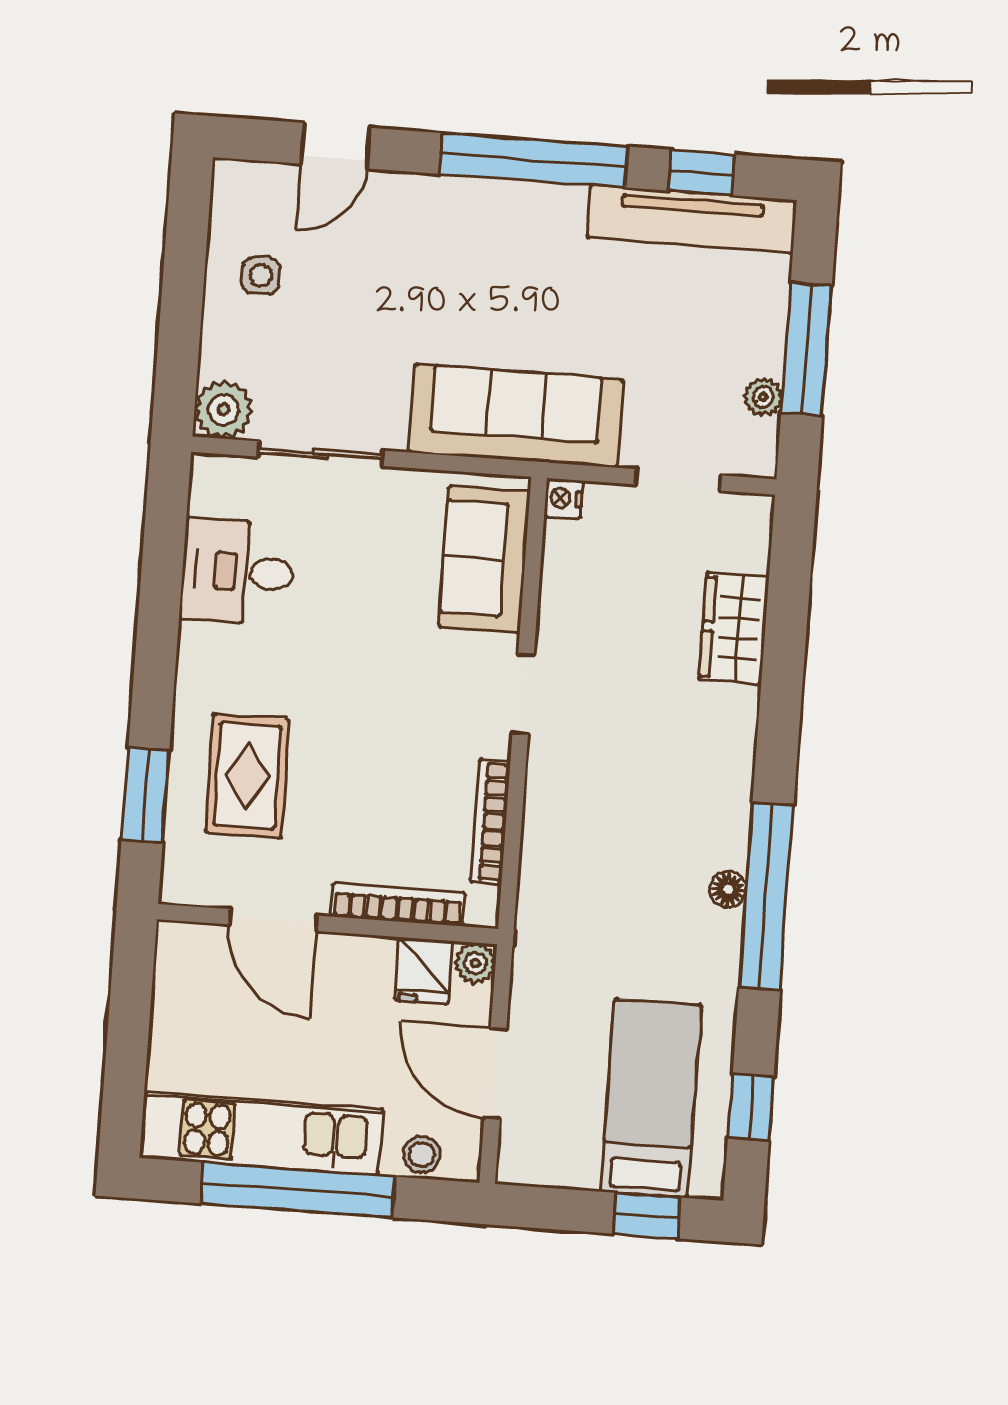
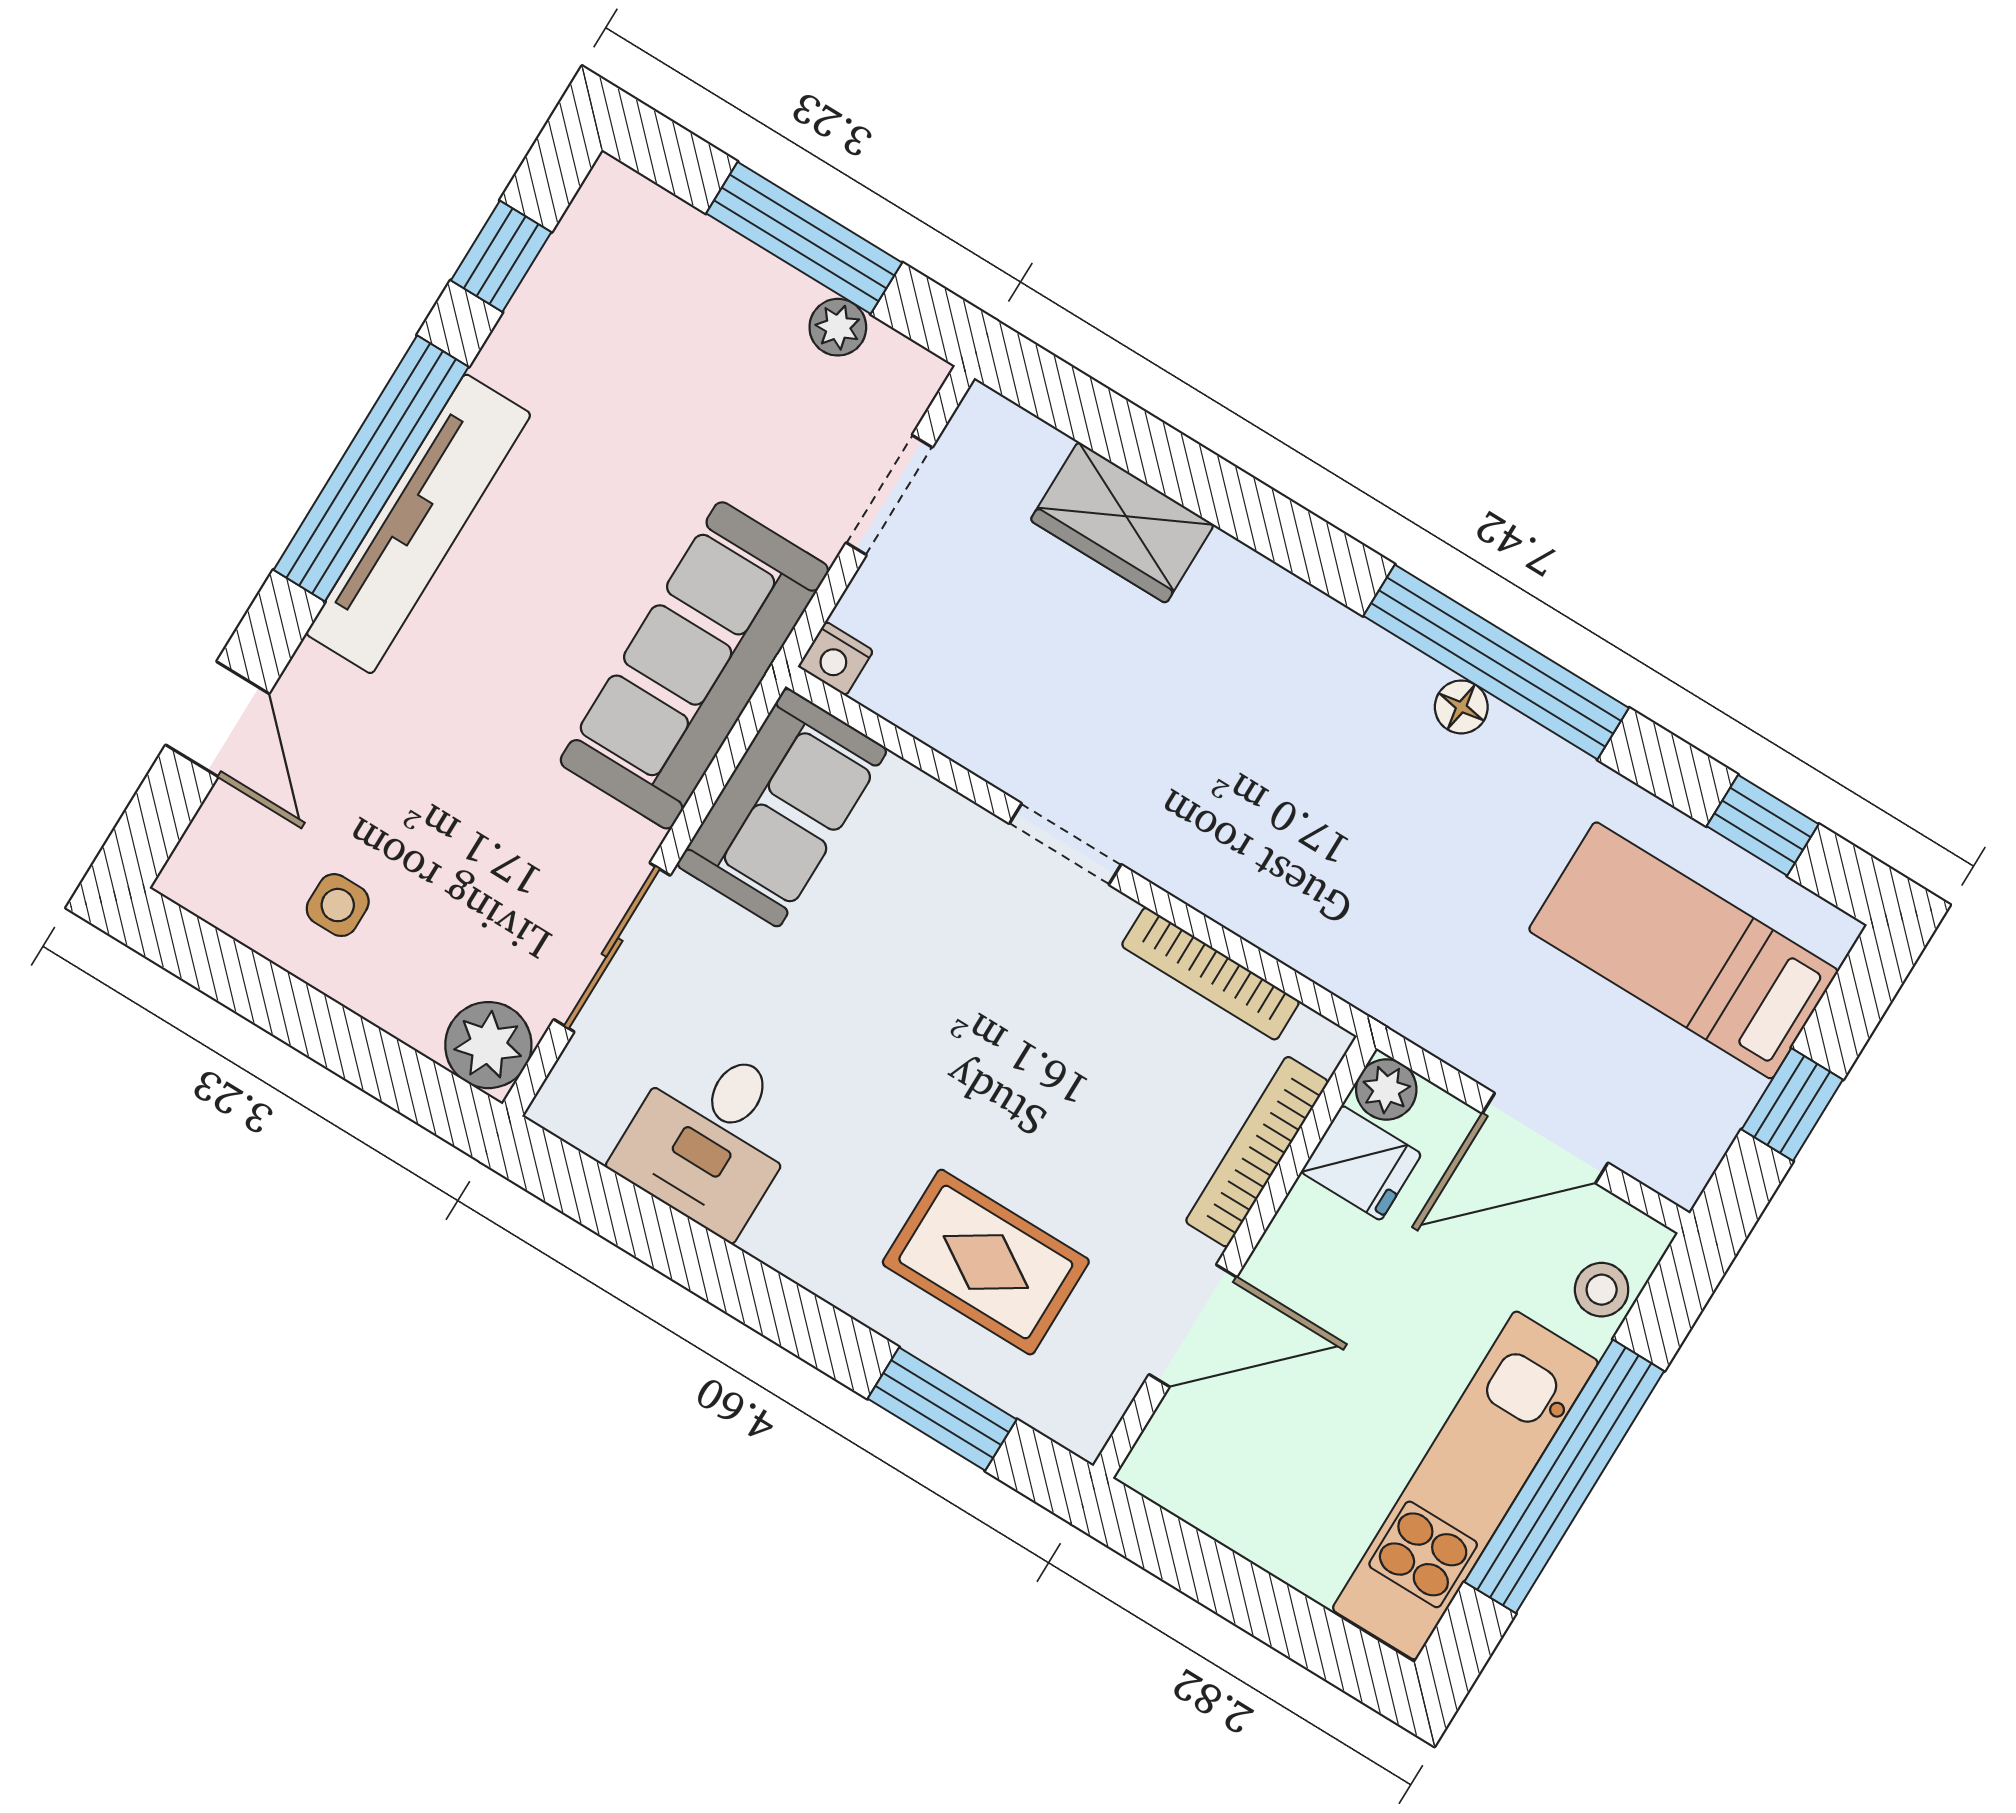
tv unit: (692, 219) -> (418, 524), moved
sofa: (484, 559) -> (782, 808), moved, turned -90
window: (647, 1216) -> (1792, 1105), moved

